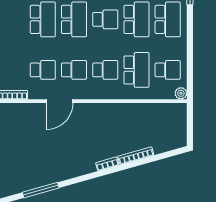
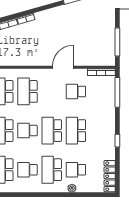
school desk: (74, 70) -> (52, 91), removed
school desk: (105, 70) -> (28, 91), width x1.85

